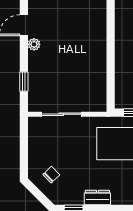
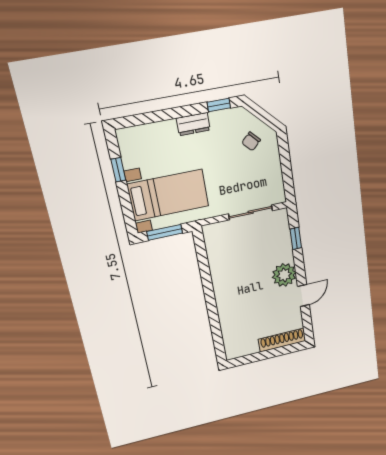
plant: (34, 44) -> (284, 275), width x1.88, depth x1.88

